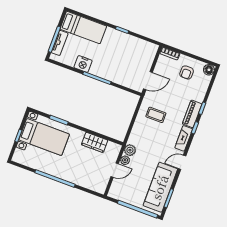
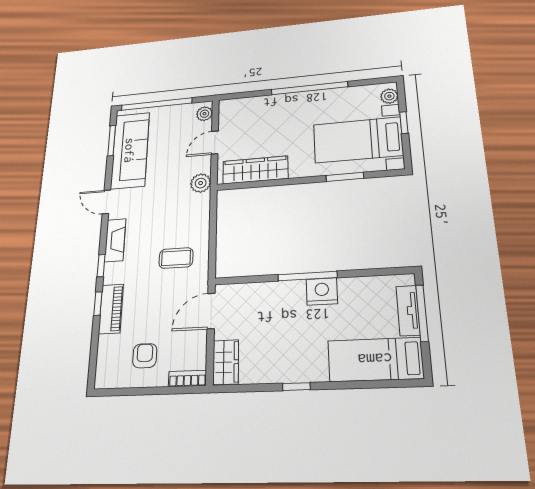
wardrobe: (150, 54) -> (226, 362), added
nightstand: (83, 64) -> (322, 291), moved
floor lamp: (209, 70) -> (105, 378), removed
piano: (192, 114) -> (111, 309), moved
wardrobe: (95, 142) -> (255, 170), width x1.50
plant: (18, 154) -> (389, 96), added
plant: (125, 160) -> (204, 114), moved
door: (182, 162) -> (106, 202), swing flipped

